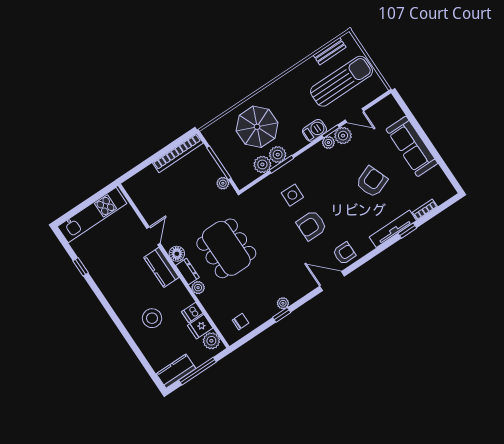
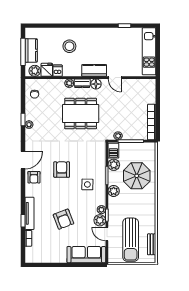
door: (354, 115) -> (107, 234), hinge flipped
barbecue: (314, 130) -> (113, 151), moved
sofa: (412, 146) -> (86, 255), moved
plant: (278, 155) -> (114, 191), moved
side table: (292, 195) -> (87, 184), moved
kitchen counter: (176, 371) -> (31, 50), moved

